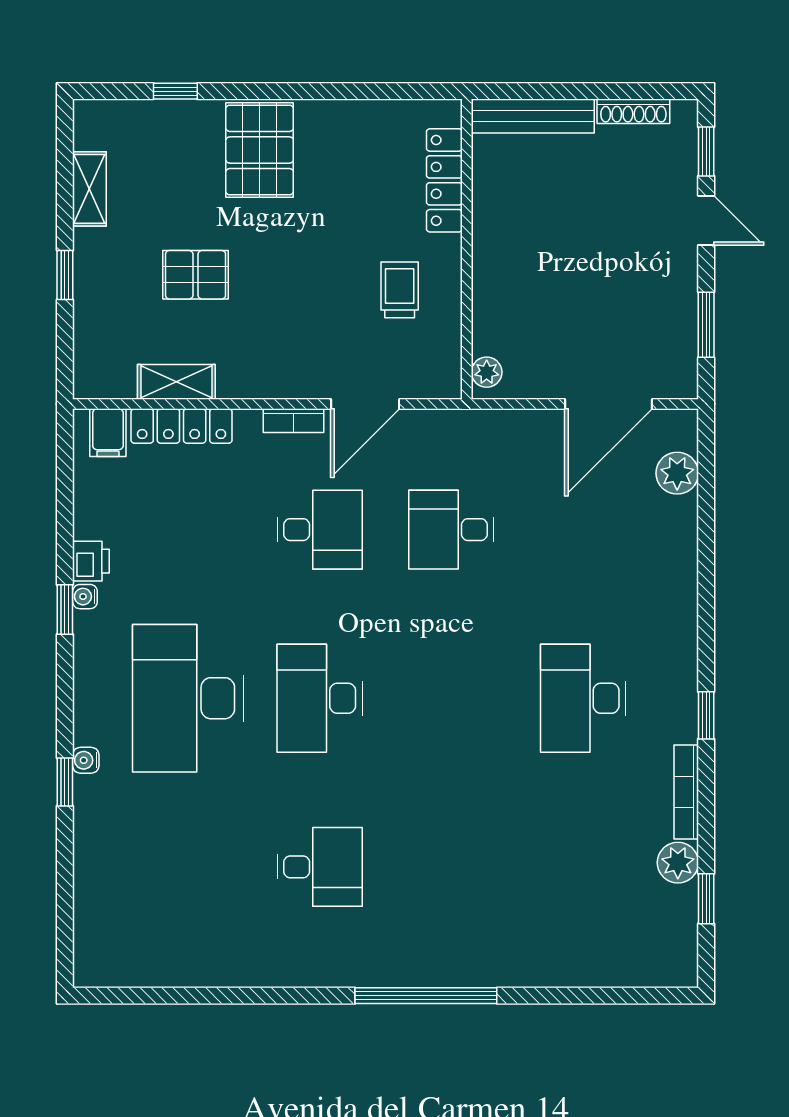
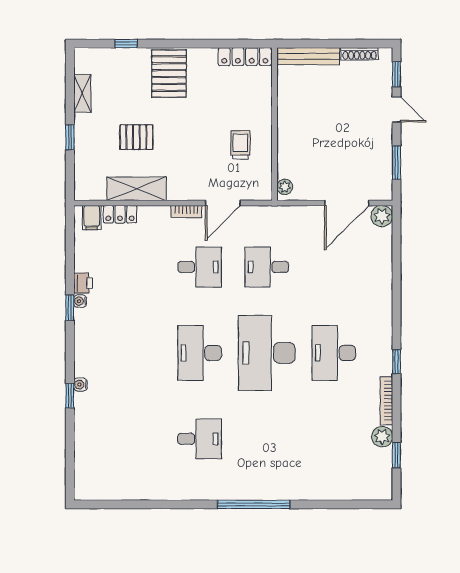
locker: (444, 180) -> (245, 57), moved, turned -90
shelving: (176, 382) -> (137, 189), width x1.50, depth x1.33
locker: (182, 426) -> (120, 214), width x0.66
plant: (677, 473) -> (382, 216), moved
desk: (188, 698) -> (267, 353), moved

